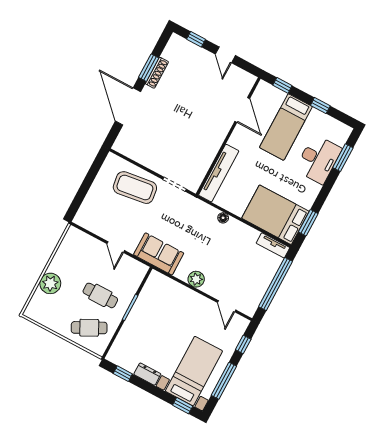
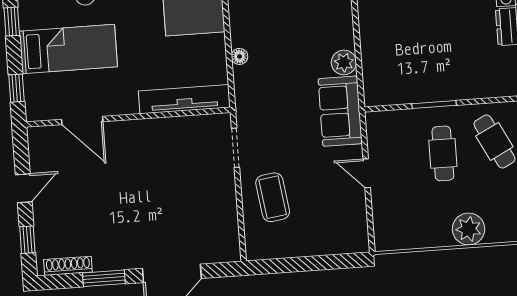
shoe rack: (157, 73) -> (68, 266), moved
door: (242, 110) -> (82, 120), swing flipped
coffee table: (135, 188) -> (273, 197), width x0.73, depth x0.76
door: (116, 247) -> (367, 173), swing flipped
plant: (196, 279) -> (344, 62), moved

